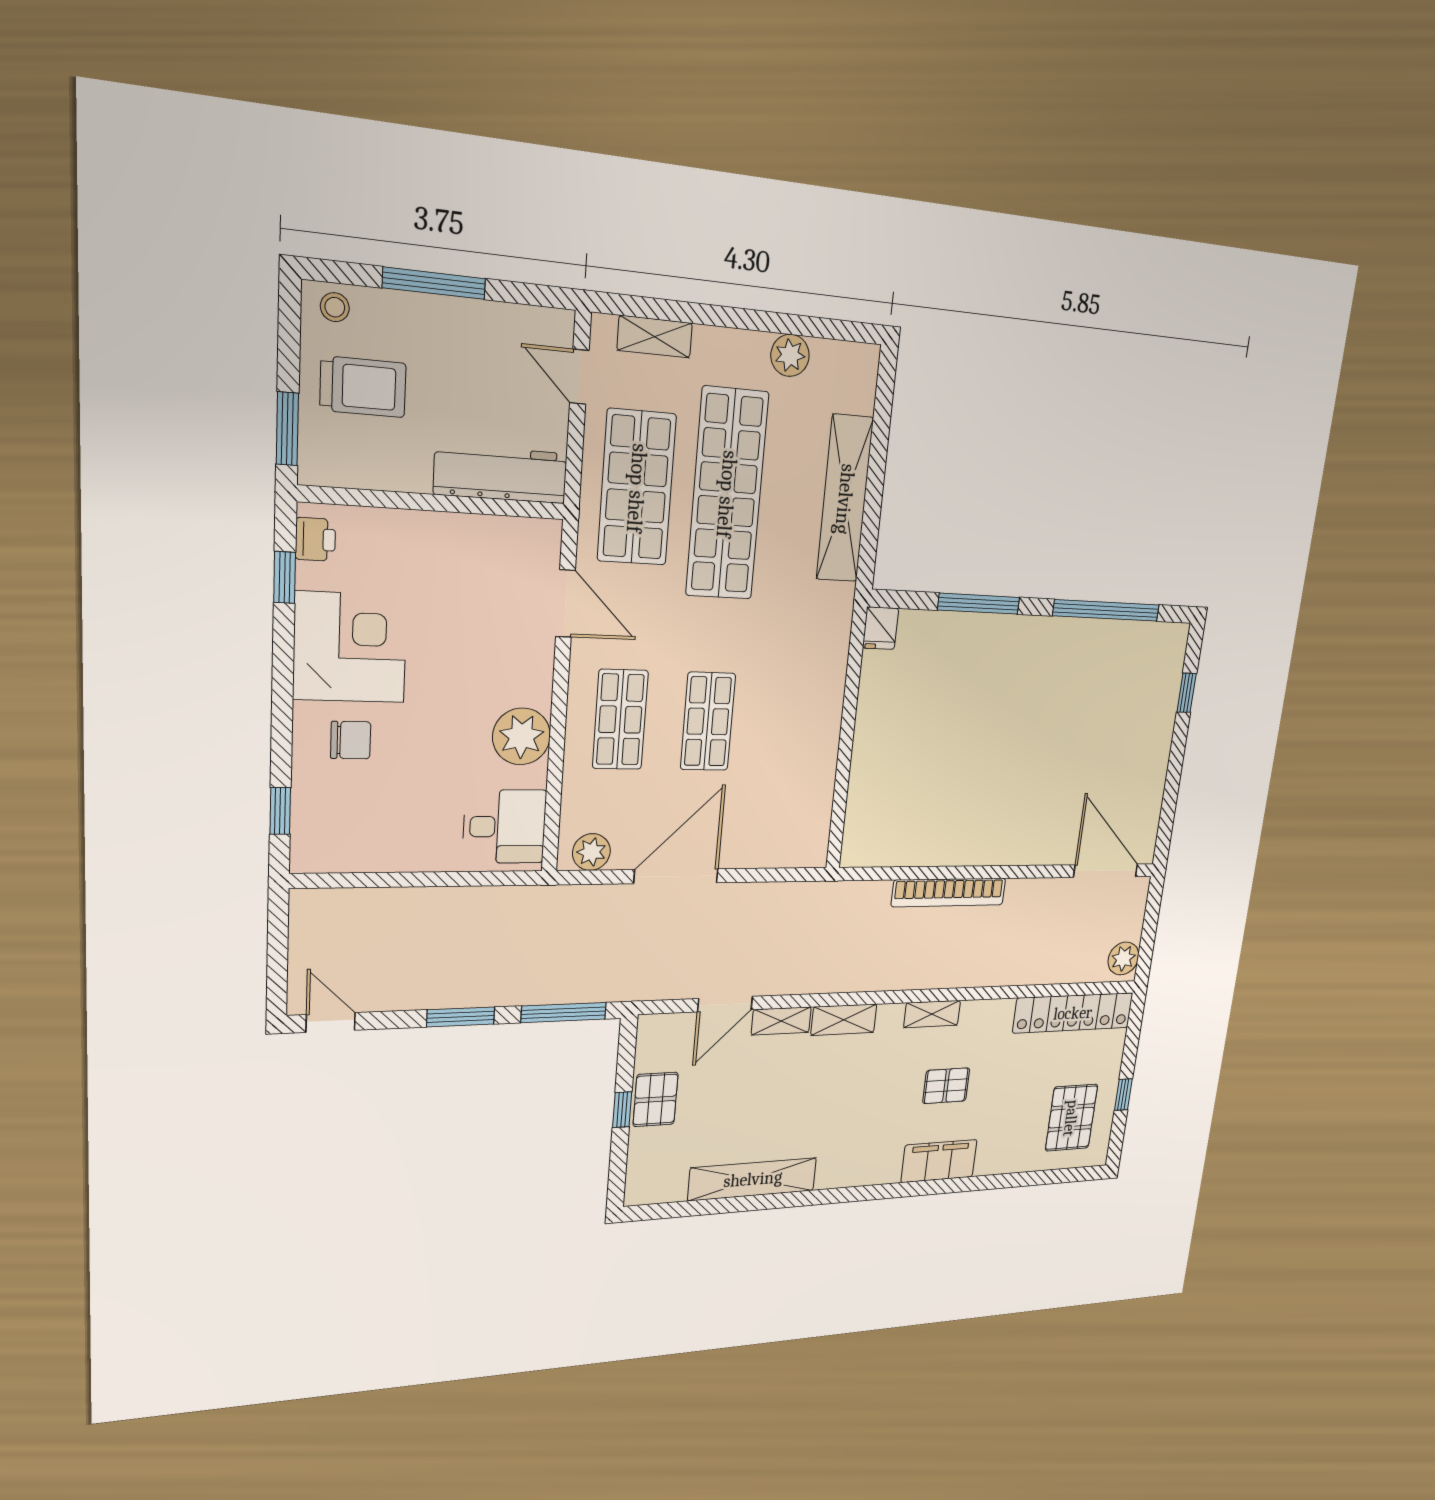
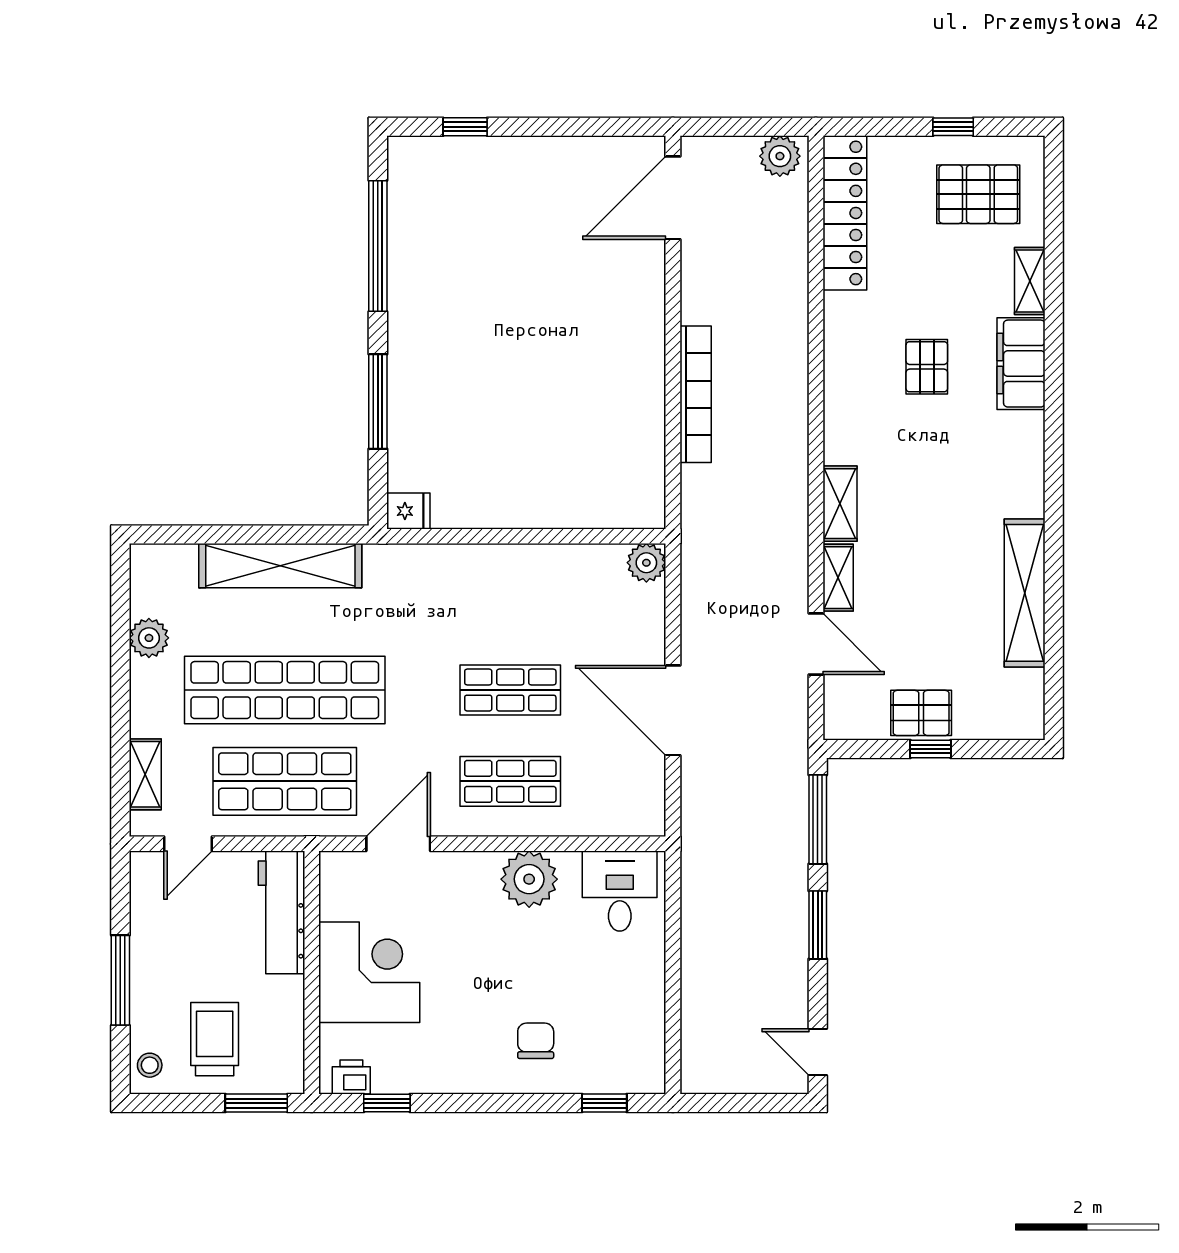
corner desk: (350, 647) -> (369, 972), moved, turned 90
plant: (591, 852) -> (646, 563), moved
shelving: (932, 1014) -> (1030, 281), moved
door: (331, 1022) -> (818, 1052), hinge flipped

